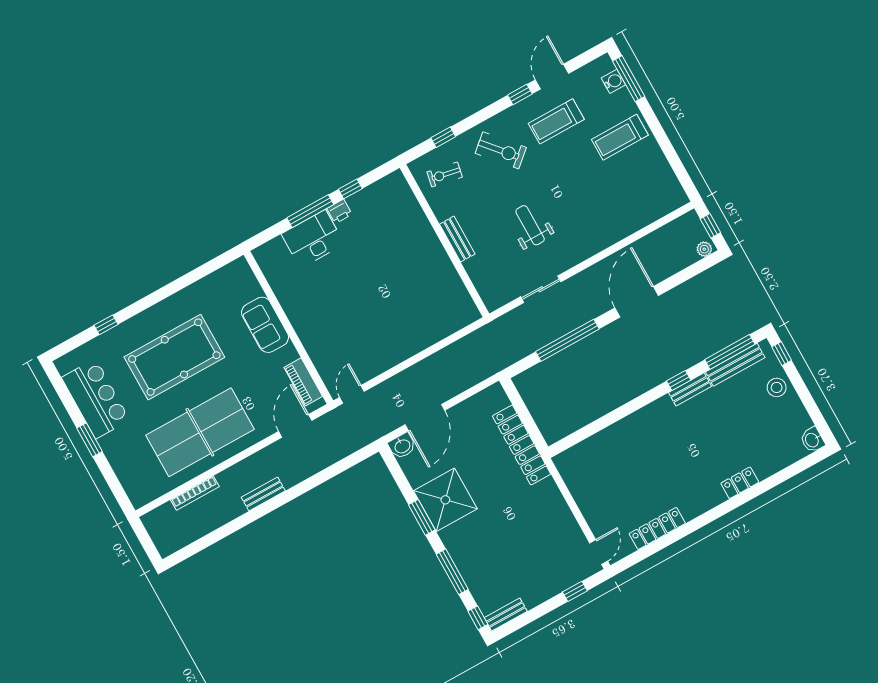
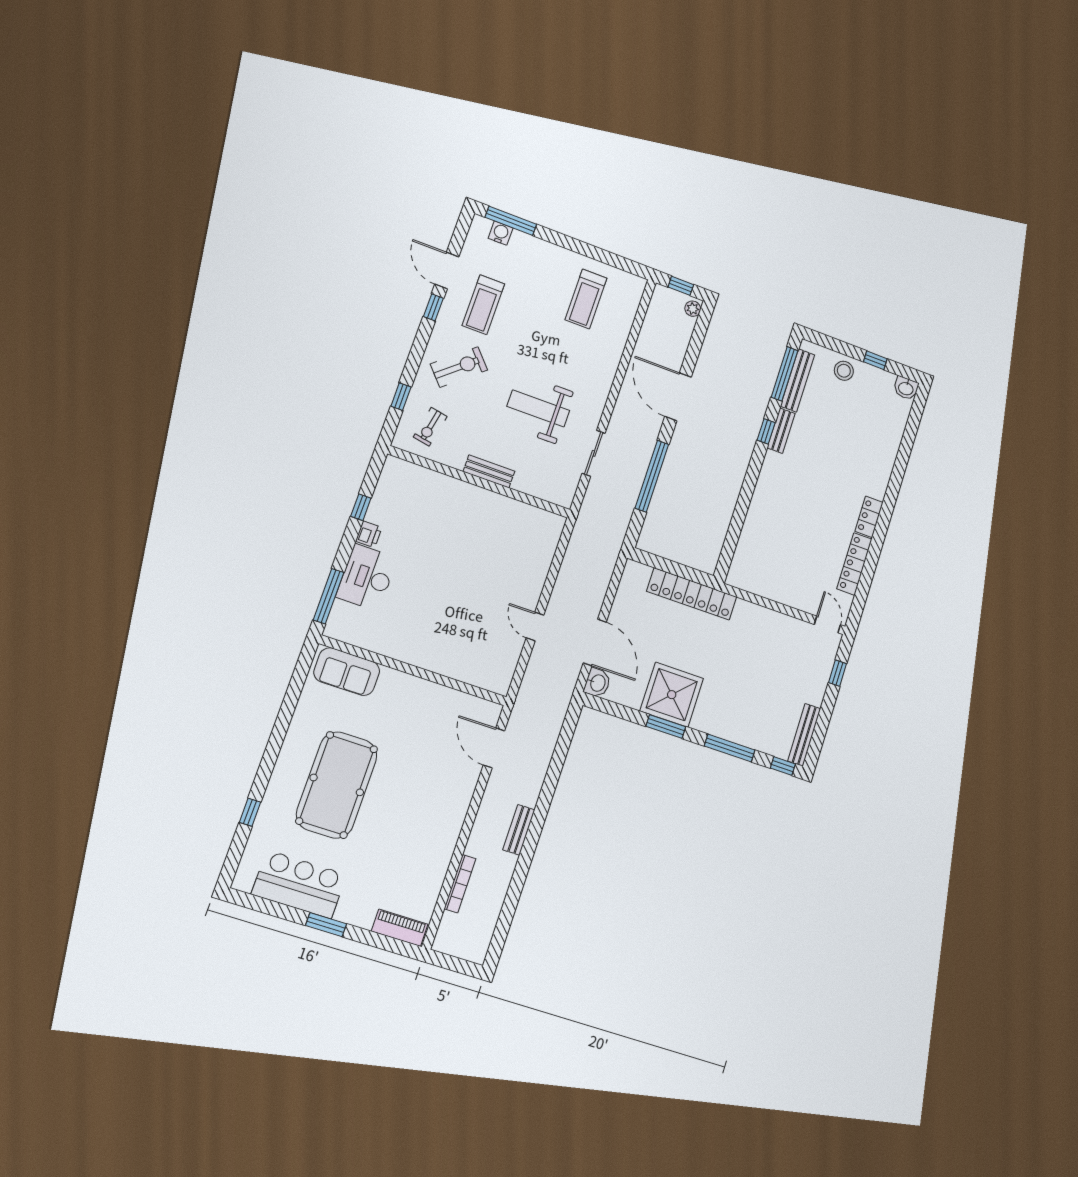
treadmill: (620, 137) -> (586, 299), moved
window: (310, 211) -> (329, 596), moved
weight bench: (530, 225) -> (538, 408), width x1.36, depth x1.33
sofa: (265, 325) -> (347, 672), moved
window: (782, 354) -> (875, 360), moved
piano: (303, 382) -> (400, 928), moved, turned 180
door: (352, 394) -> (535, 626), moved
table tennis table: (200, 432) -> (417, 828), removed
locker: (740, 483) -> (869, 517), moved
bench: (506, 615) -> (804, 735), width x1.36

